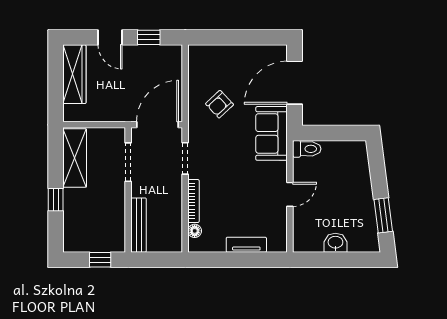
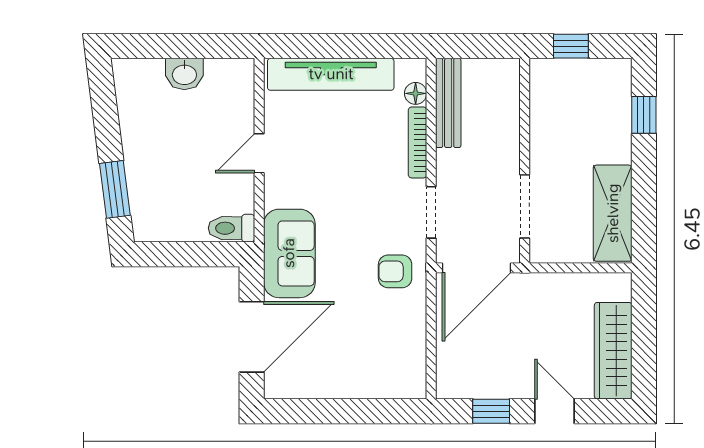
armchair: (220, 104) -> (395, 271), moved, turned -137
window: (56, 200) -> (644, 115), moved
window: (383, 215) -> (115, 189), moved
bench: (139, 225) -> (448, 103), moved
tv unit: (246, 245) -> (331, 74), width x1.92, depth x1.29

